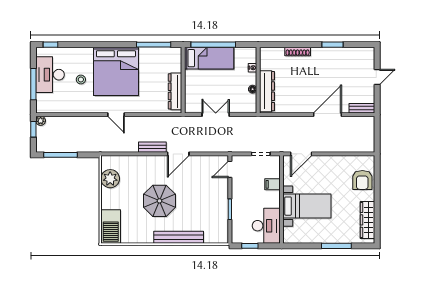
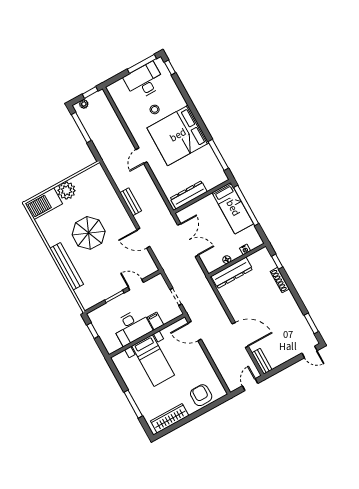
window: (279, 45) -> (277, 262), added
window: (333, 45) -> (311, 323), moved
door: (377, 77) -> (309, 352), moved
window: (33, 84) -> (142, 64), moved
double door: (216, 115) -> (188, 240), width x1.37
plant: (41, 121) -> (84, 104), moved
door: (377, 130) -> (250, 385), added
door: (178, 154) -> (143, 238), moved
door: (230, 169) -> (136, 285), moved
plant: (110, 179) -> (67, 191), moved
armchair: (362, 180) -> (201, 395), turned 90
desk: (266, 226) -> (132, 327), moved

